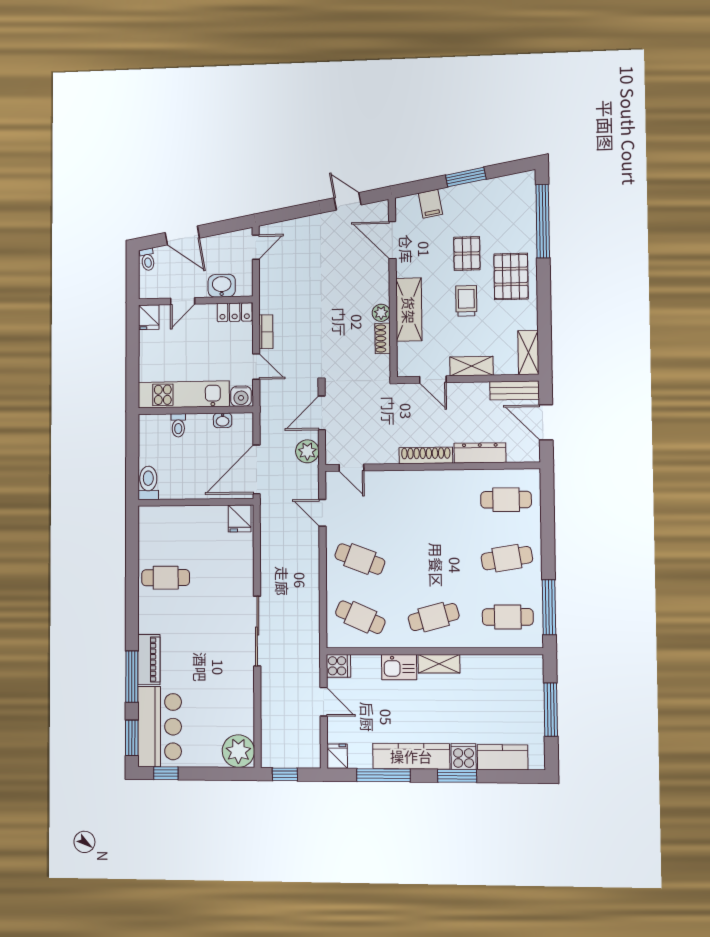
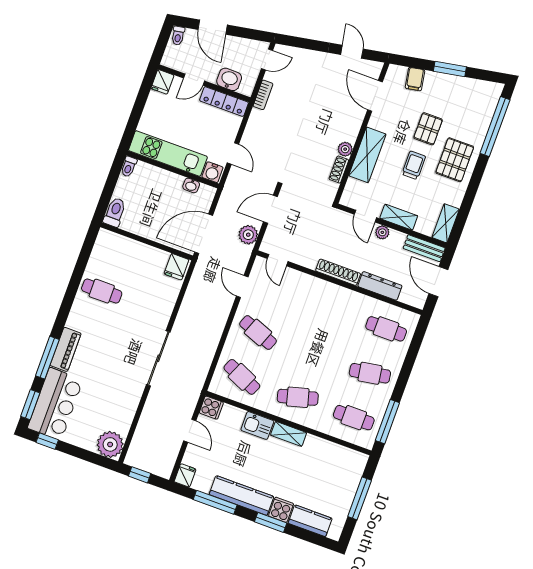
locker: (235, 312) -> (224, 102), width x1.53
bookcase: (266, 332) -> (263, 95), moved
plant: (459, 391) -> (382, 232), added
toilet: (178, 425) -> (129, 167), moved

